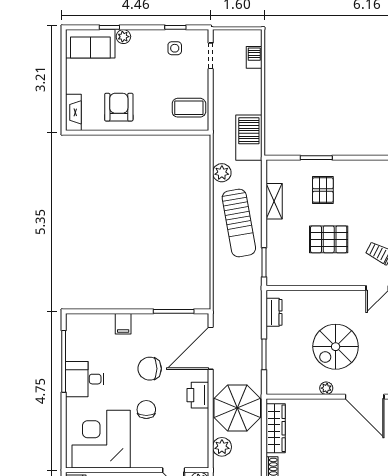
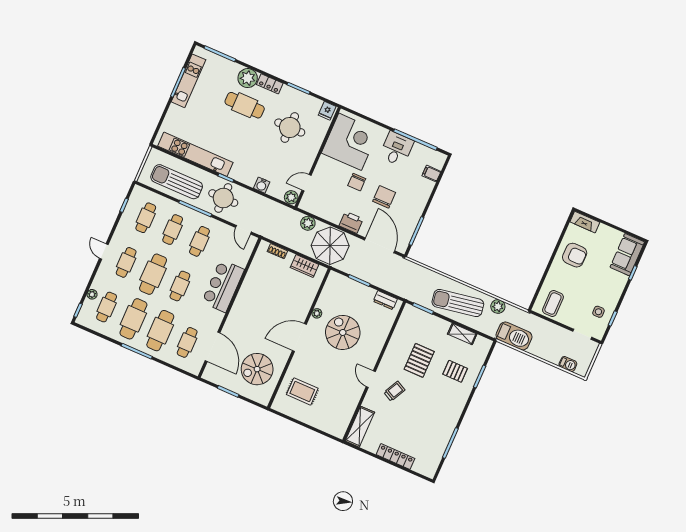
plant: (123, 37) -> (622, 280), removed
filing cabinet: (123, 324) -> (431, 174), moved
chair: (146, 410) -> (357, 182), turned 90
wardrobe: (276, 428) -> (305, 266), width x0.67

